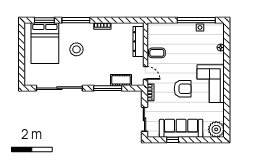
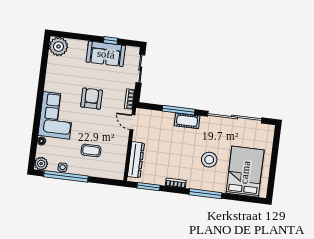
window: (44, 20) -> (149, 187), moved
plant: (219, 28) -> (41, 164), added
coffee table: (157, 53) -> (91, 150), moved
cot: (121, 80) -> (187, 121), moved
corner sofa: (211, 84) -> (56, 115), moved
armchair: (183, 89) -> (92, 99), turned 90
sofa: (181, 128) -> (106, 54), width x0.73

